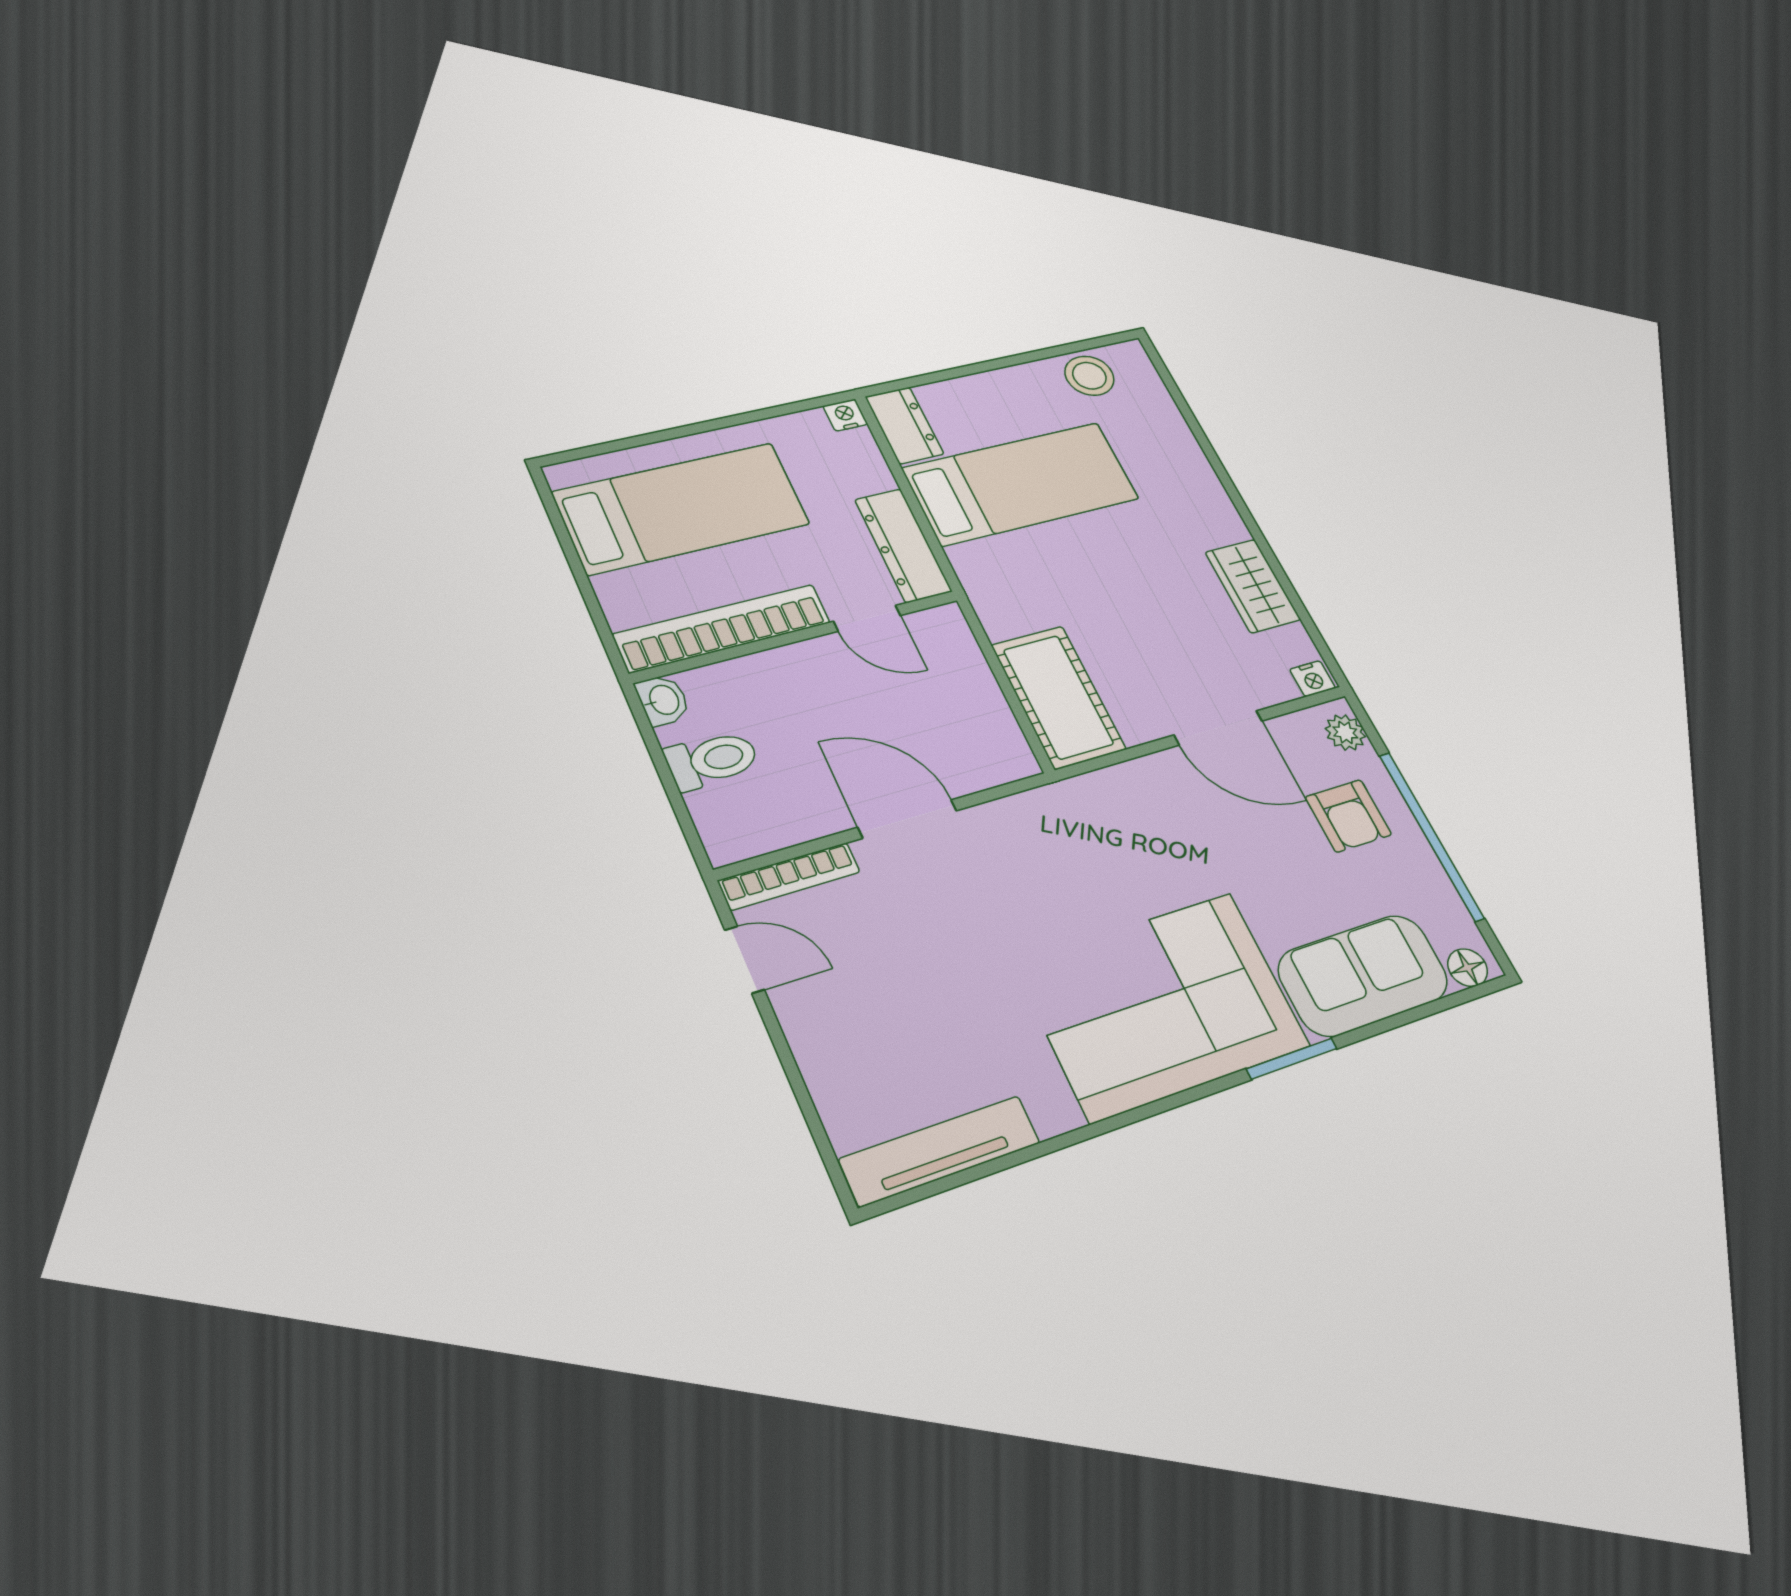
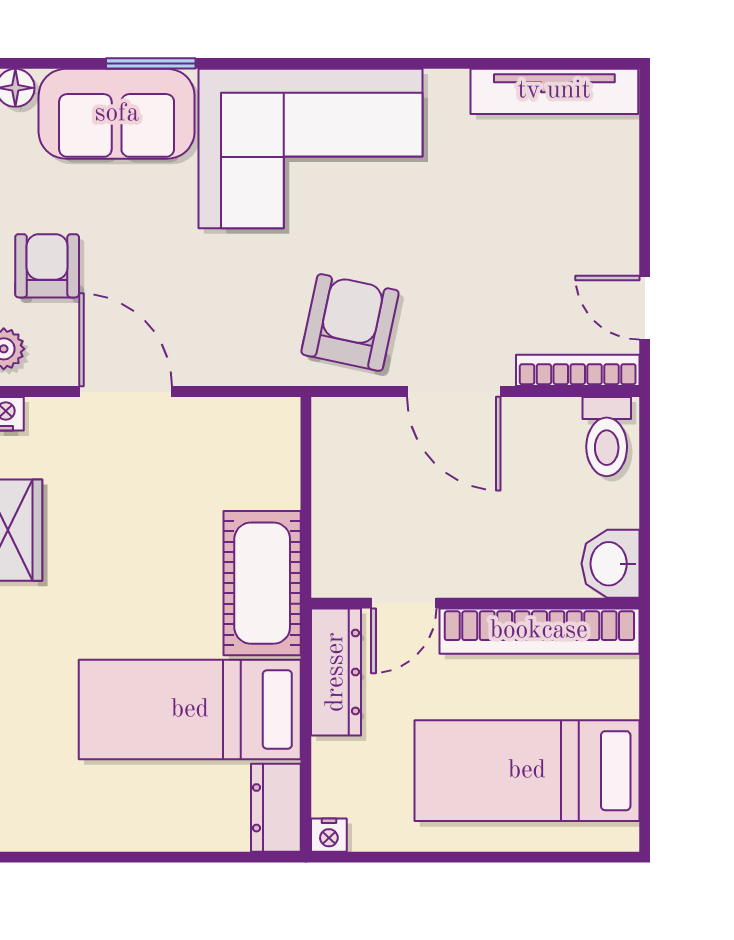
stool: (1089, 376) -> (59, 818), removed
door: (867, 618) -> (404, 603), swing flipped
cot: (1058, 697) -> (262, 583), moved
washbasin: (663, 700) -> (610, 564), width x1.38, depth x1.45
toilet: (712, 760) -> (607, 437), moved, turned -90
armchair: (1041, 852) -> (350, 322), added
window: (1292, 1059) -> (151, 63), moved

